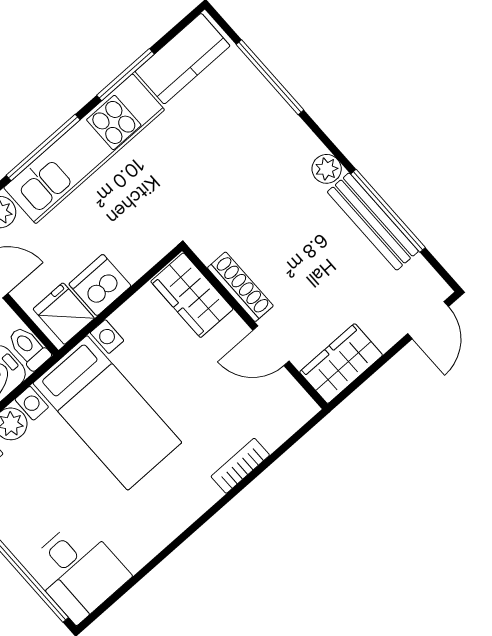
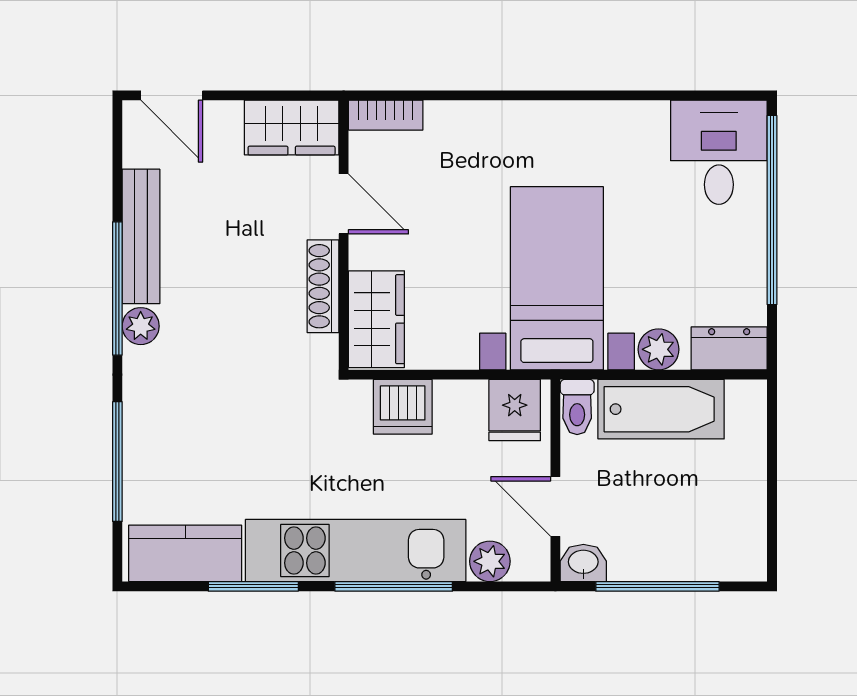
window: (388, 211) -> (117, 288), moved
dishwasher: (100, 285) -> (403, 407), moved
door: (428, 320) -> (172, 95), swing flipped
bookcase: (240, 466) -> (386, 115), moved

